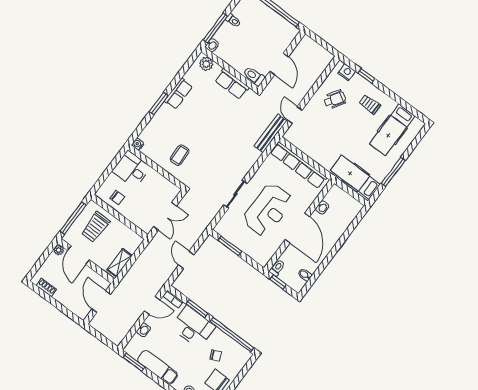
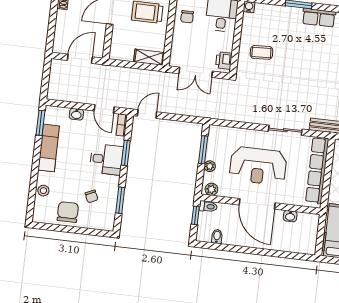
printer: (169, 189) -> (224, 61), added
sliding door: (235, 194) -> (285, 130), moved
door: (297, 228) -> (257, 204), hinge flipped
plant: (246, 248) -> (210, 166), added
plant: (265, 257) -> (211, 189), added
door: (186, 260) -> (147, 114), moved
shelving: (120, 263) -> (149, 57), moved
desk: (193, 327) -> (106, 159), width x0.73
window: (232, 335) -> (120, 200), width x0.47

